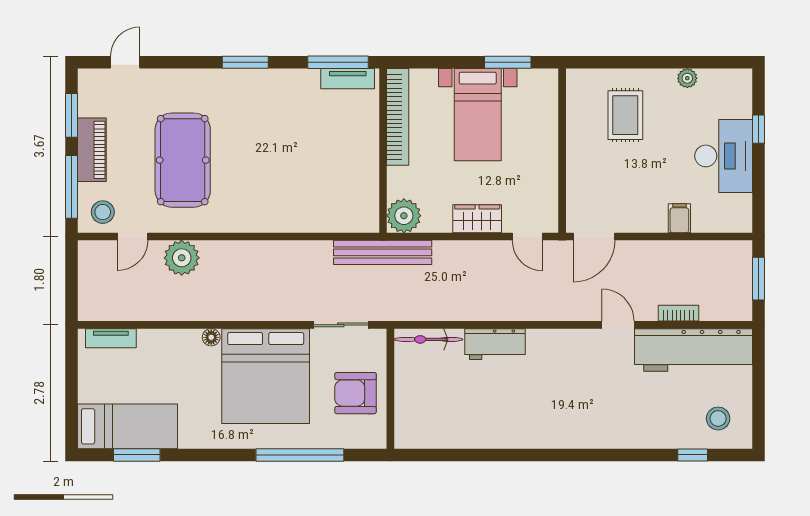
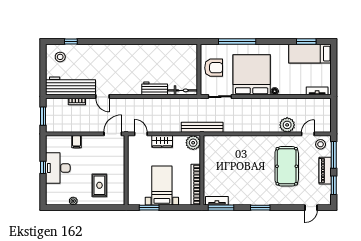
window: (758, 129) -> (43, 167), moved

